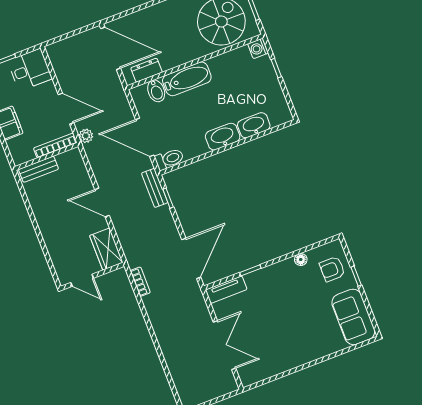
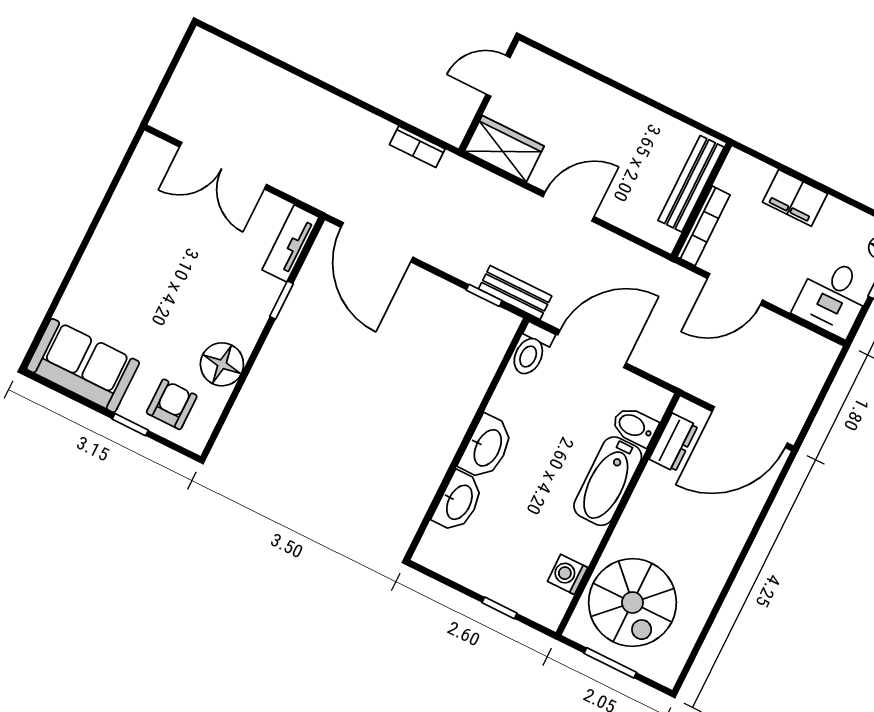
washing machine: (258, 48) -> (568, 574), moved, turned -90
plant: (86, 136) -> (674, 277), removed
bench: (38, 169) -> (691, 184), width x1.36
floor lamp: (301, 259) -> (222, 364), width x1.89, depth x1.89

